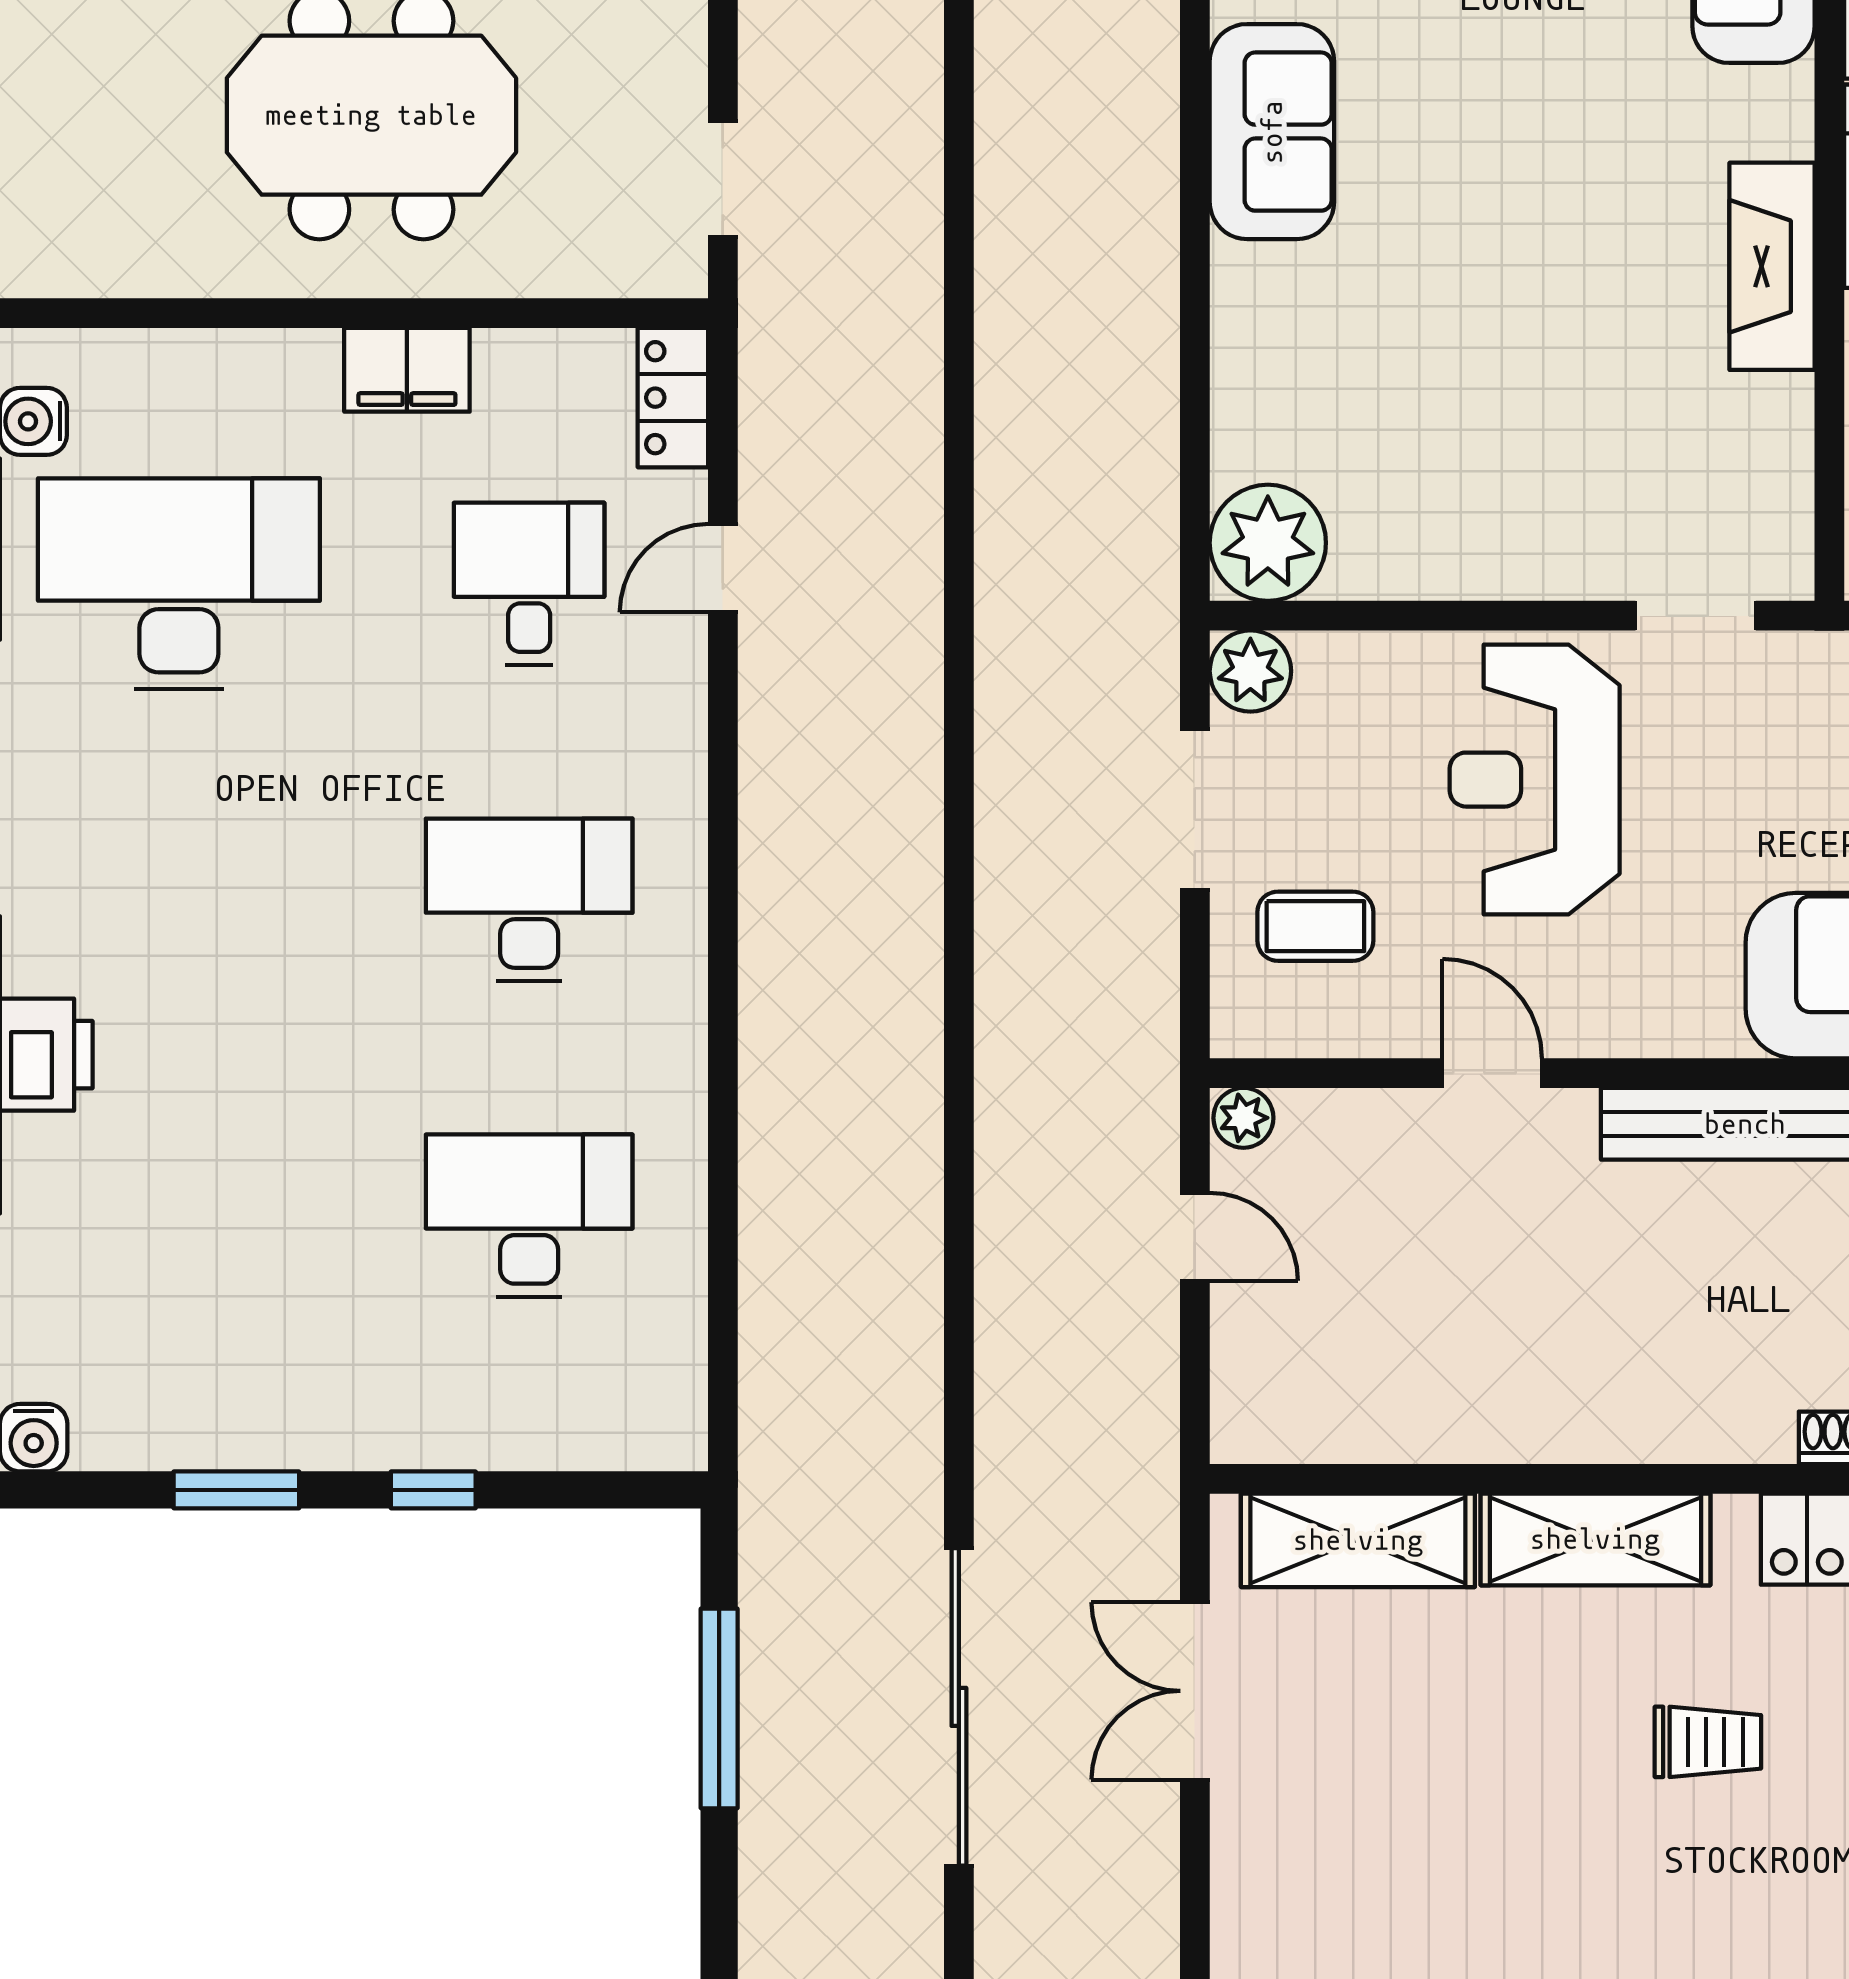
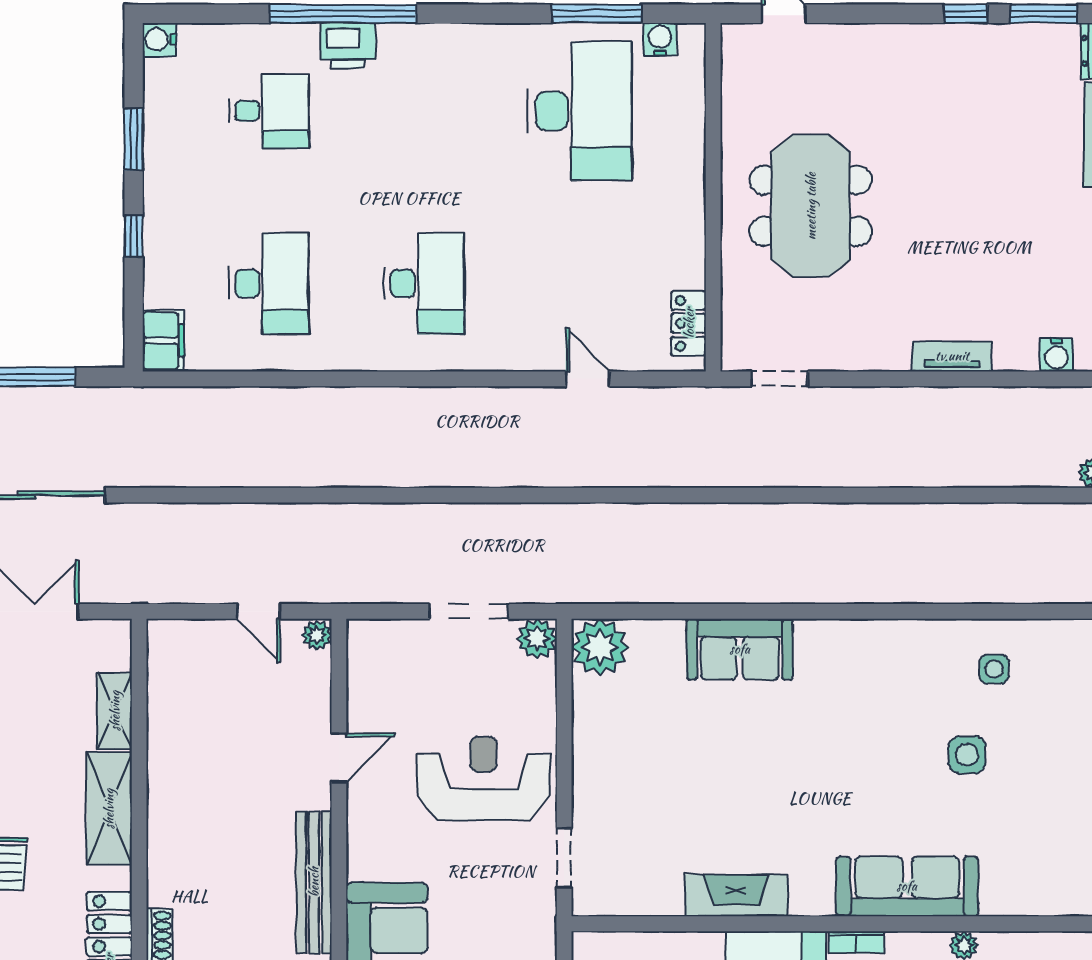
sofa: (1272, 132) -> (740, 649), moved
filing cabinet: (407, 370) -> (163, 341), moved, turned 180
locker: (673, 398) -> (689, 323), moved, turned -90
desk: (529, 584) -> (269, 111), moved
coffee table: (1315, 926) -> (411, 671), removed
door: (1195, 1237) -> (258, 611), hinge flipped
shelving: (1358, 1540) -> (115, 711), width x0.67, depth x0.75

